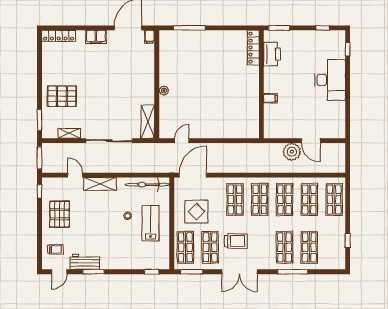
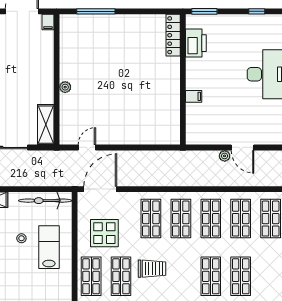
plant: (292, 152) -> (225, 156), width x0.53, depth x0.53

